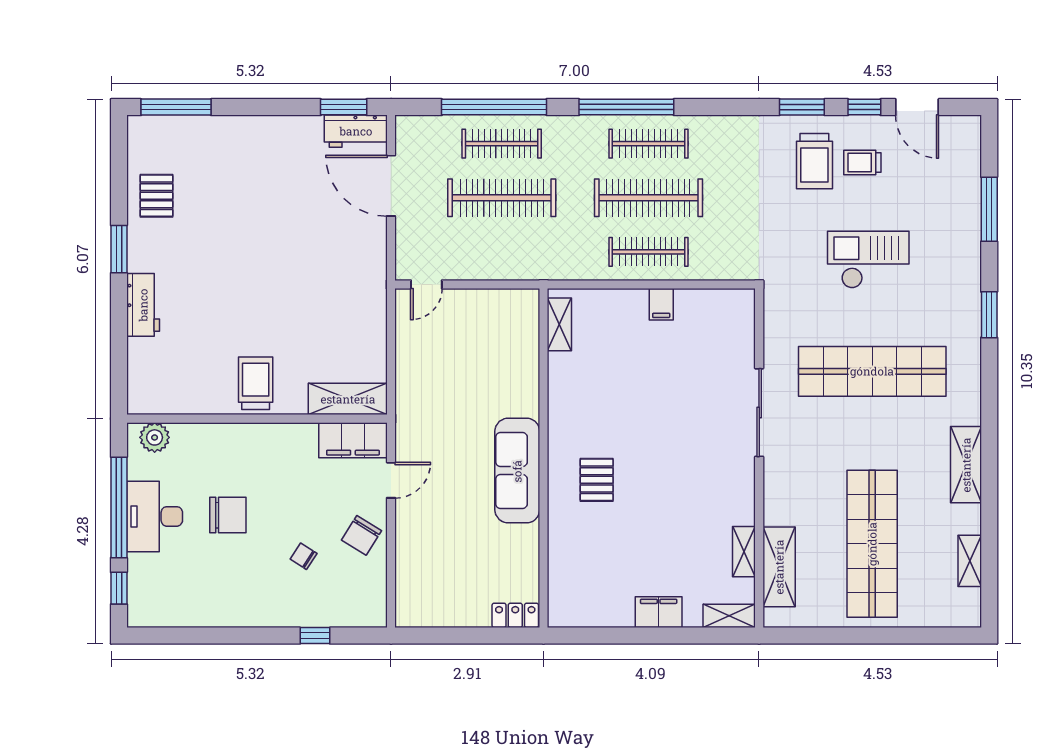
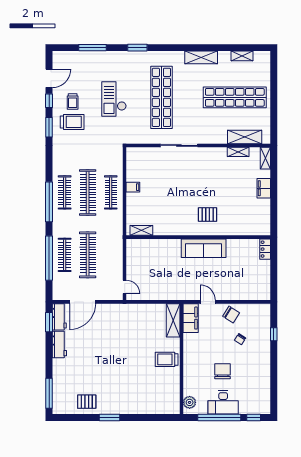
workbench: (143, 305) -> (59, 345), moved, turned 90

